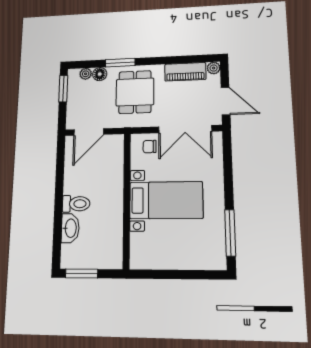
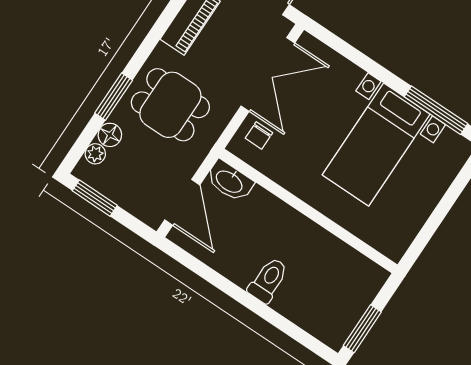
bed with nightstands: (166, 200) -> (376, 144), moved, turned 180
washbasin: (70, 228) -> (230, 181), moved, turned 180

